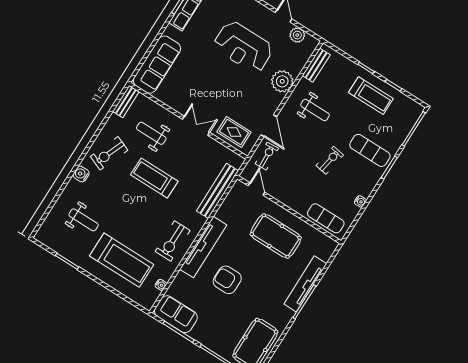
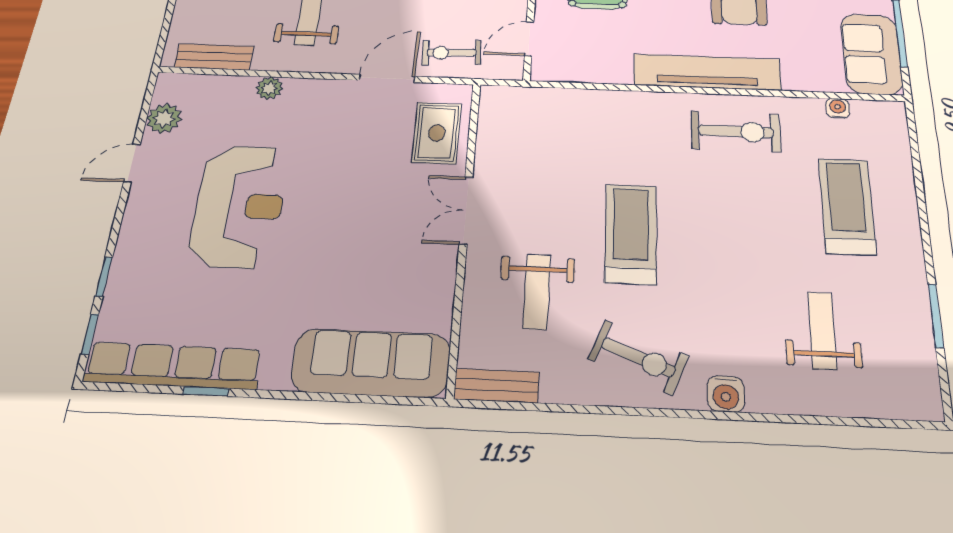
plant: (282, 81) -> (269, 88), width x0.53, depth x0.53
treadmill: (154, 178) -> (631, 234), turned 180
bench: (218, 191) -> (578, 103), removed
treadmill: (122, 260) -> (847, 206), width x0.73, depth x0.73

